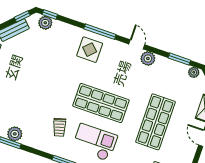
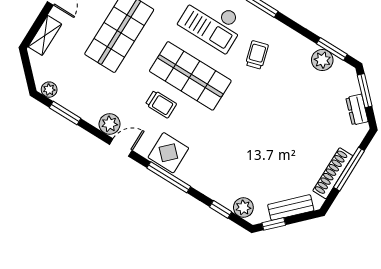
window: (50, 14) -> (221, 209), moved
door: (137, 44) -> (121, 147), swing flipped
display table: (90, 50) -> (168, 153), moved
trolley: (116, 80) -> (161, 104), added

